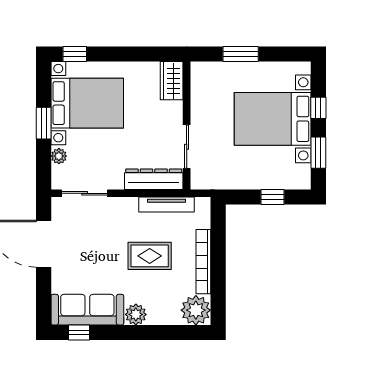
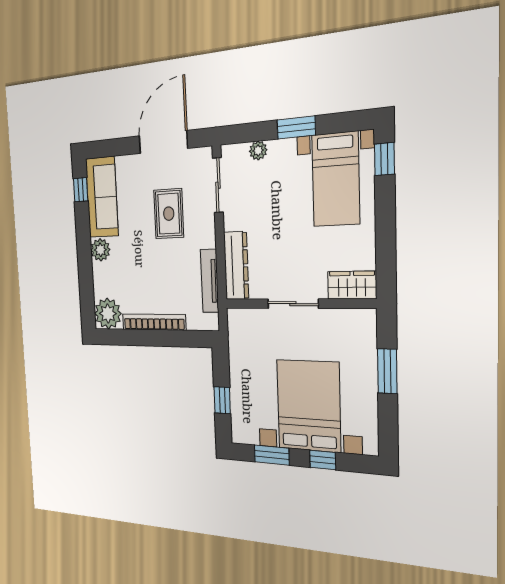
bed with nightstands: (87, 103) -> (336, 179), width x0.73
sliding door: (187, 147) -> (293, 304), moved
rug: (150, 256) -> (169, 214), moved

